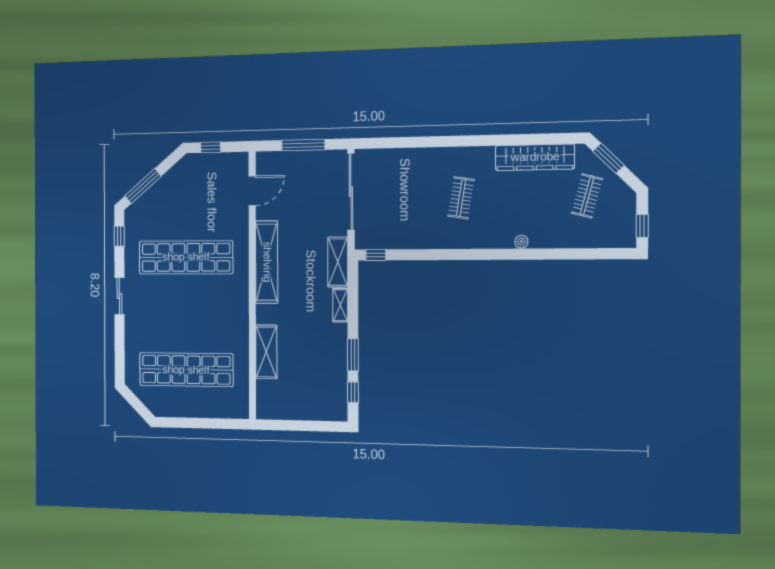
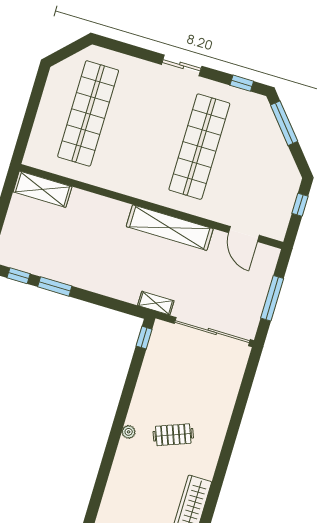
clothes rail: (461, 198) -> (173, 435), turned -30
plant: (521, 242) -> (129, 432), moved
shelving: (338, 262) -> (156, 303), width x0.67, depth x0.75
shelving: (340, 305) -> (106, 288), removed
shelving: (266, 352) -> (43, 189), moved

